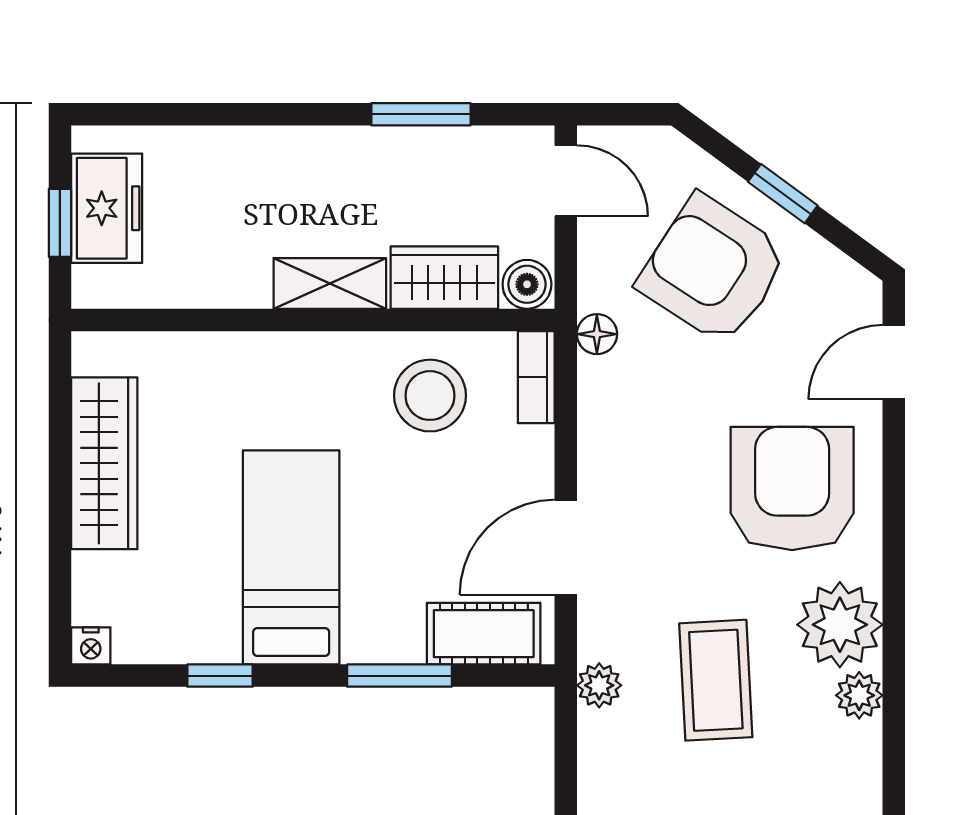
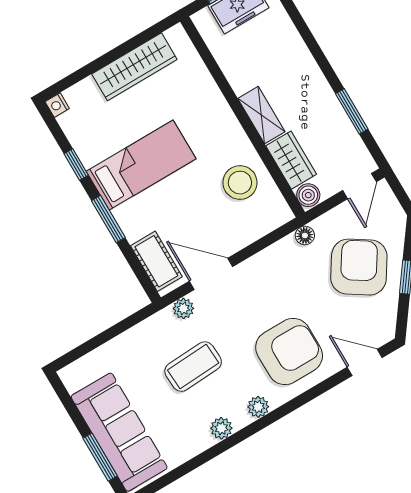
bookcase: (536, 377) -> (273, 221), removed
plant: (840, 625) -> (258, 407), width x0.53, depth x0.53
window: (399, 676) -> (108, 219), moved
plant: (599, 685) -> (183, 308), moved

